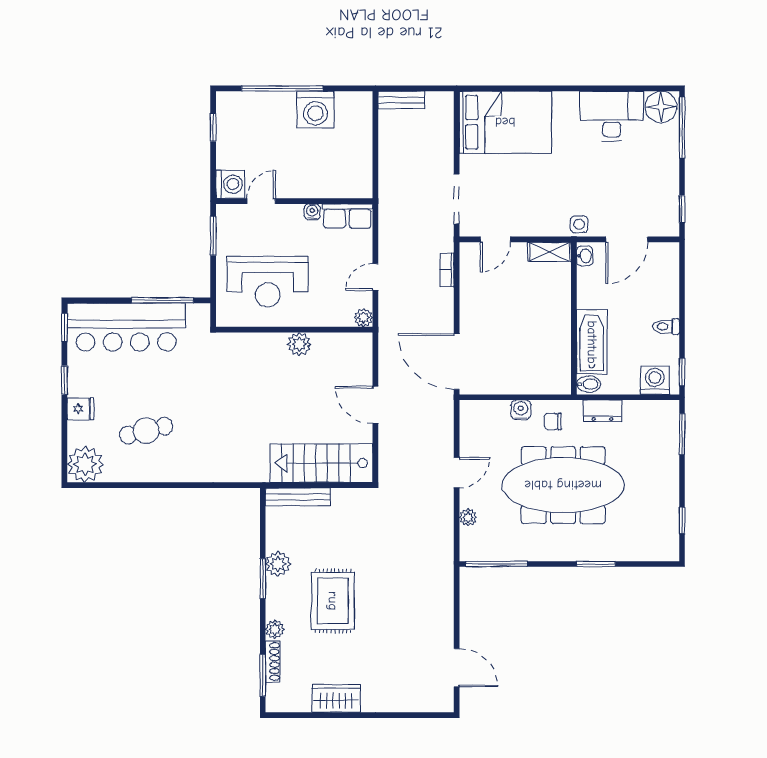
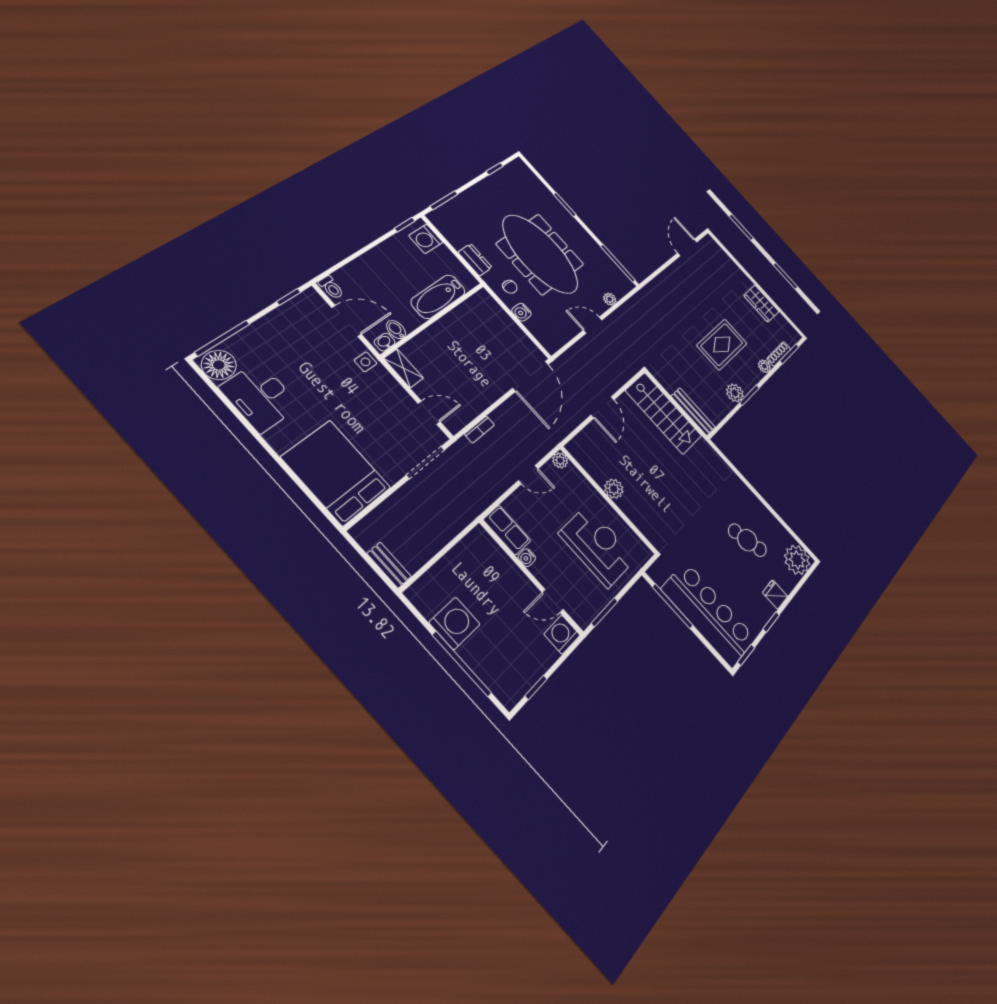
toilet: (666, 326) -> (331, 287), moved
bidet: (589, 384) -> (396, 330), moved

